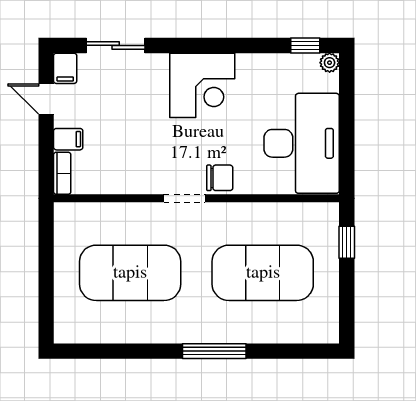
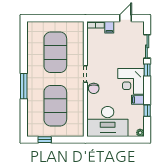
window: (174, 45) -> (147, 70), added
window: (305, 45) -> (147, 111), moved
filing cabinet: (65, 68) -> (138, 100), moved
window: (347, 242) -> (45, 140), moved

